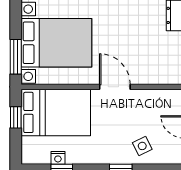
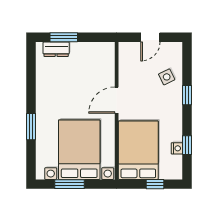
window: (16, 57) -> (70, 184), moved
window: (16, 117) -> (155, 184), moved

